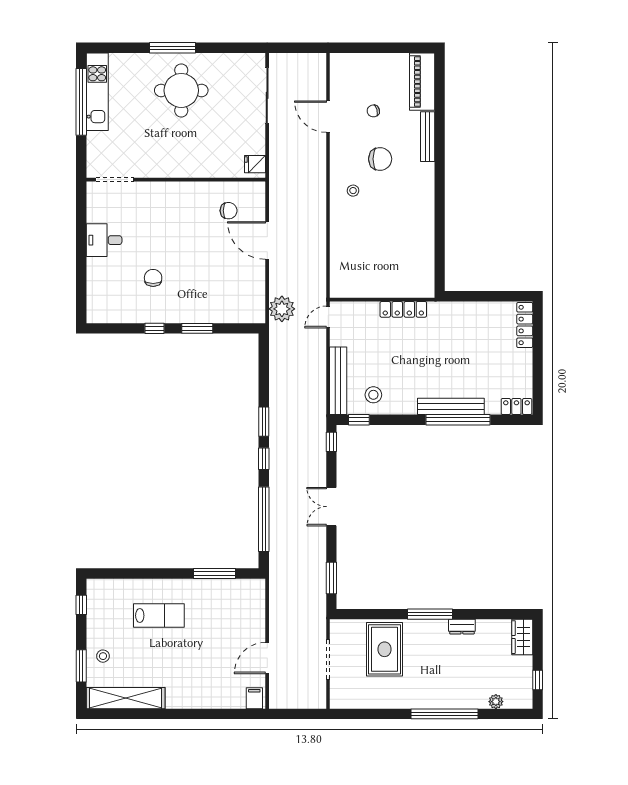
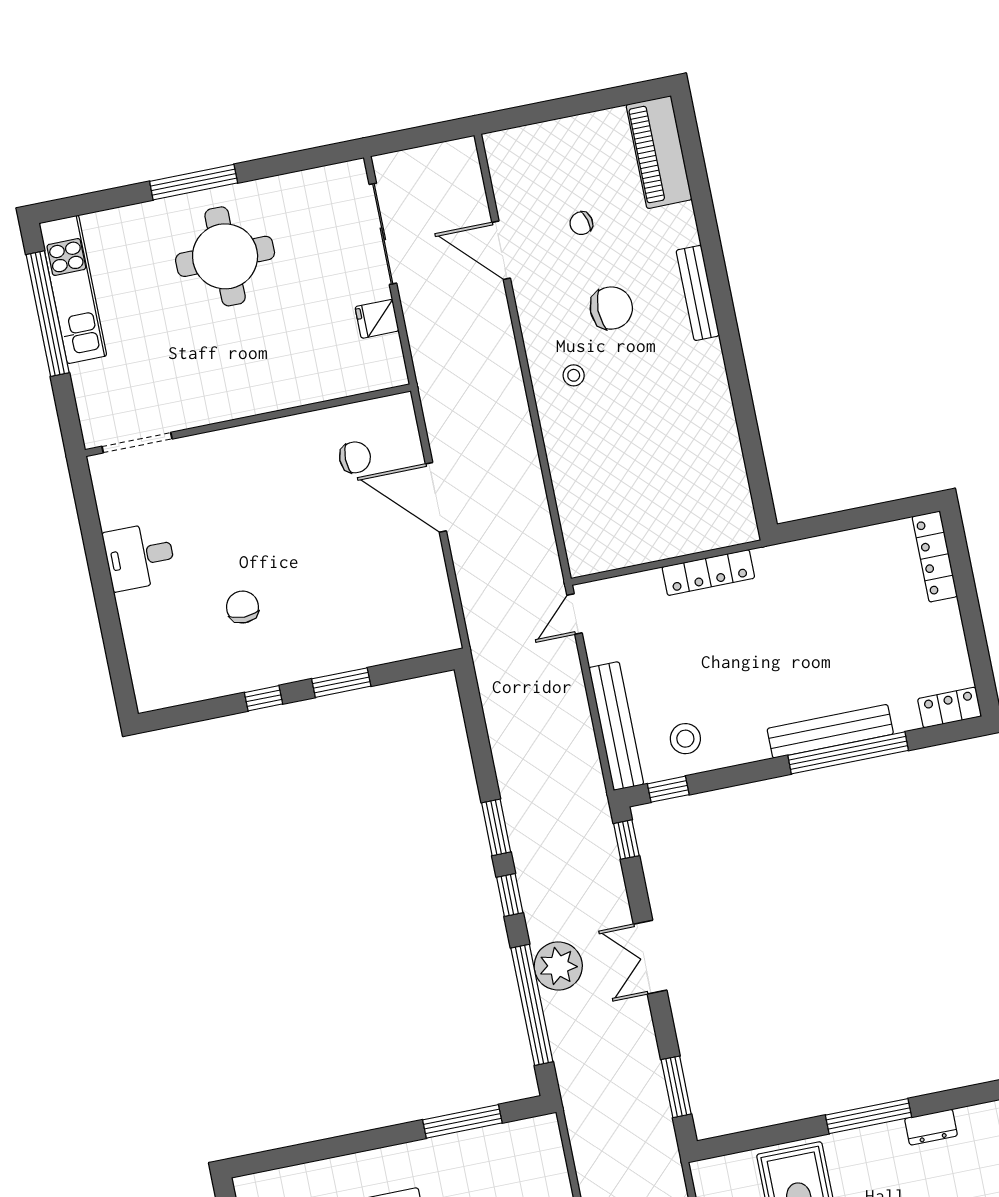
bench: (428, 137) -> (698, 293), moved
fridge: (255, 164) -> (377, 319), moved
plant: (282, 309) -> (558, 966), moved

